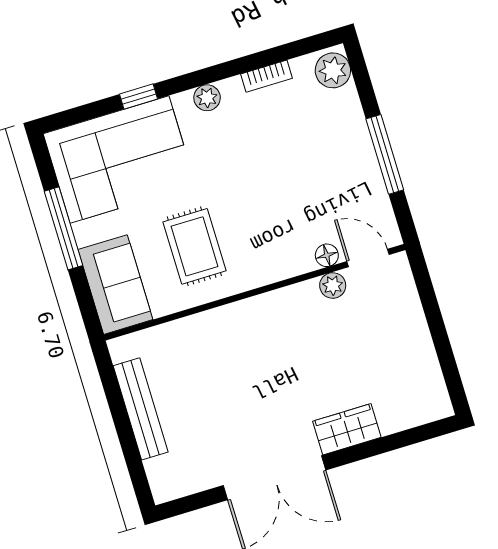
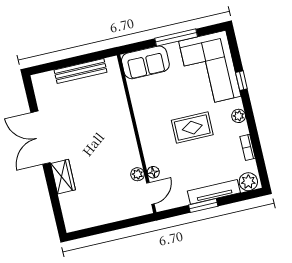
tv unit: (357, 136) -> (214, 192), added
window: (385, 154) -> (203, 206), width x0.69
rug: (195, 246) -> (192, 128), moved

